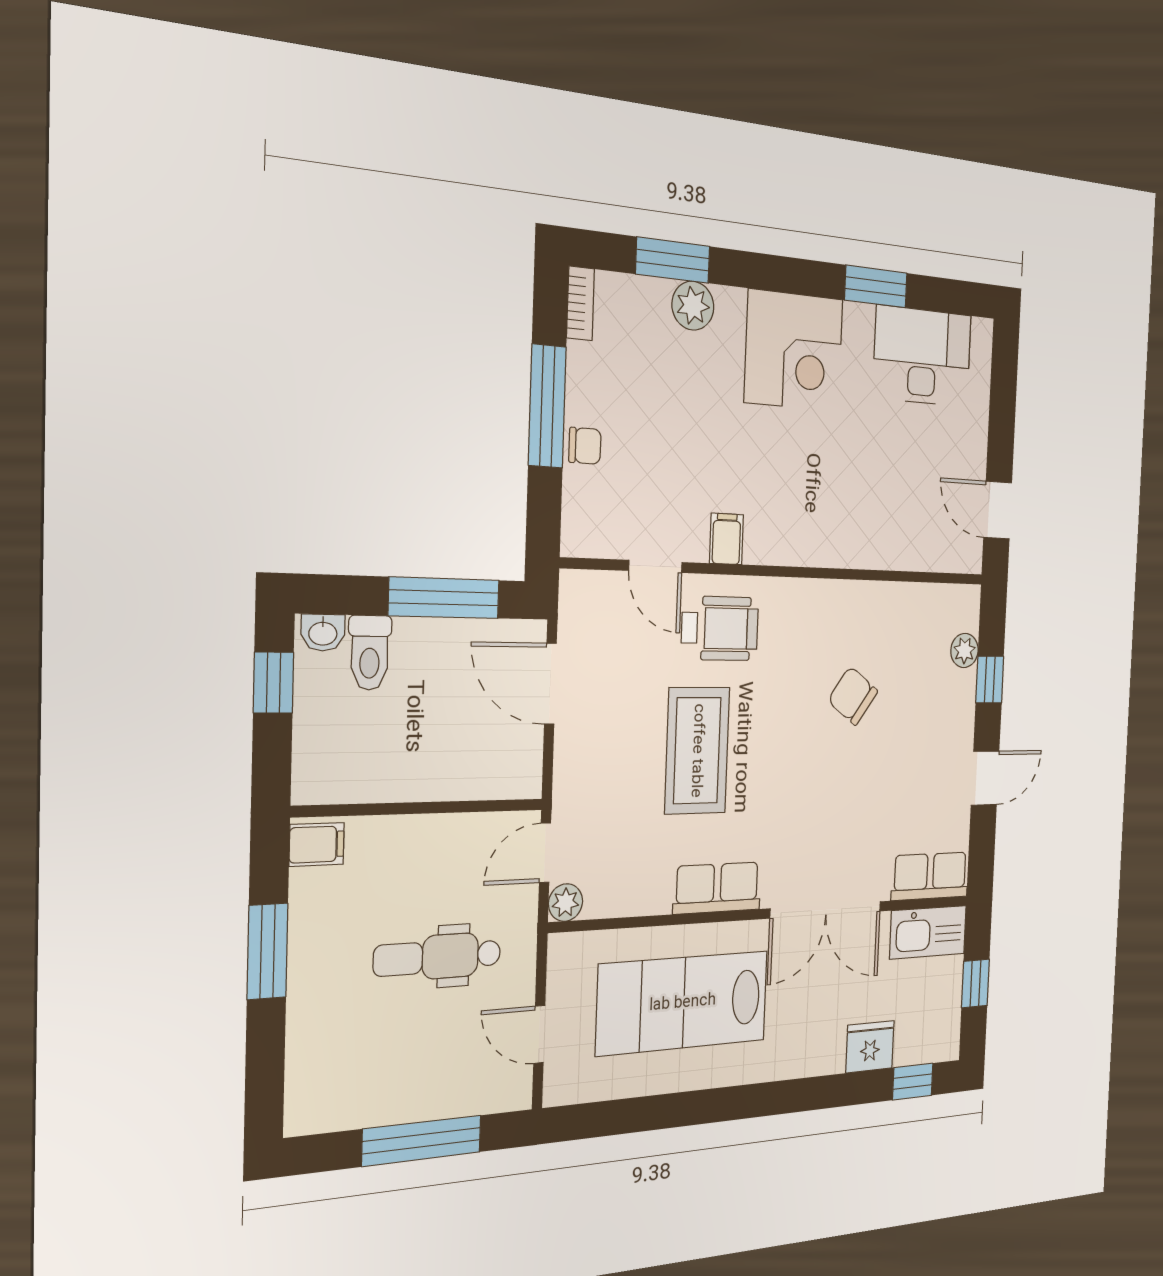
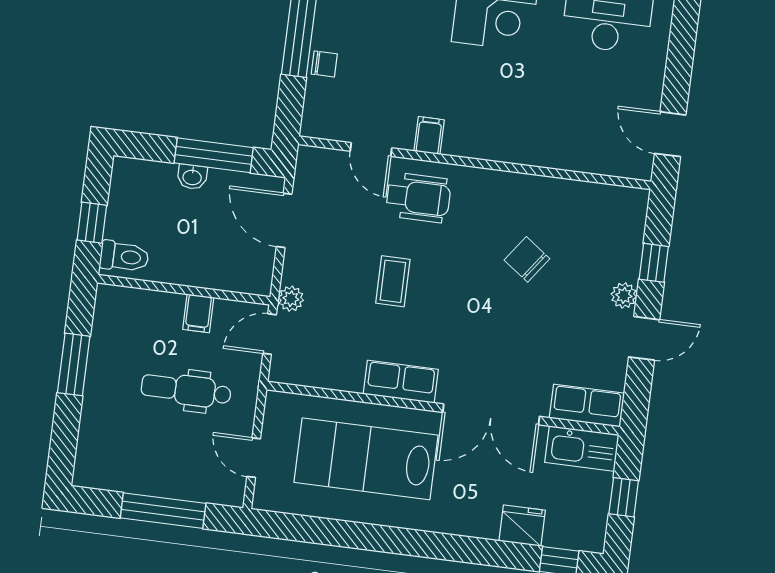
washbasin: (323, 633) -> (192, 177), moved
plant: (964, 650) -> (624, 295), moved
toilet: (370, 653) -> (124, 257), moved, turned -90
window: (273, 683) -> (92, 223), moved
coffee table: (697, 751) -> (393, 281), width x0.54, depth x0.58
filing cabinet: (317, 845) -> (198, 313), moved, turned 90
plant: (566, 903) -> (291, 299), moved

